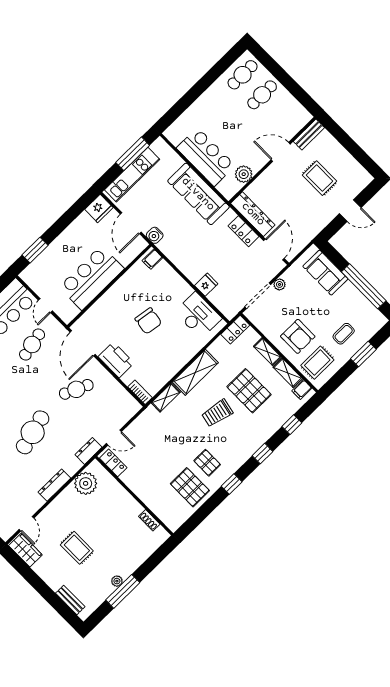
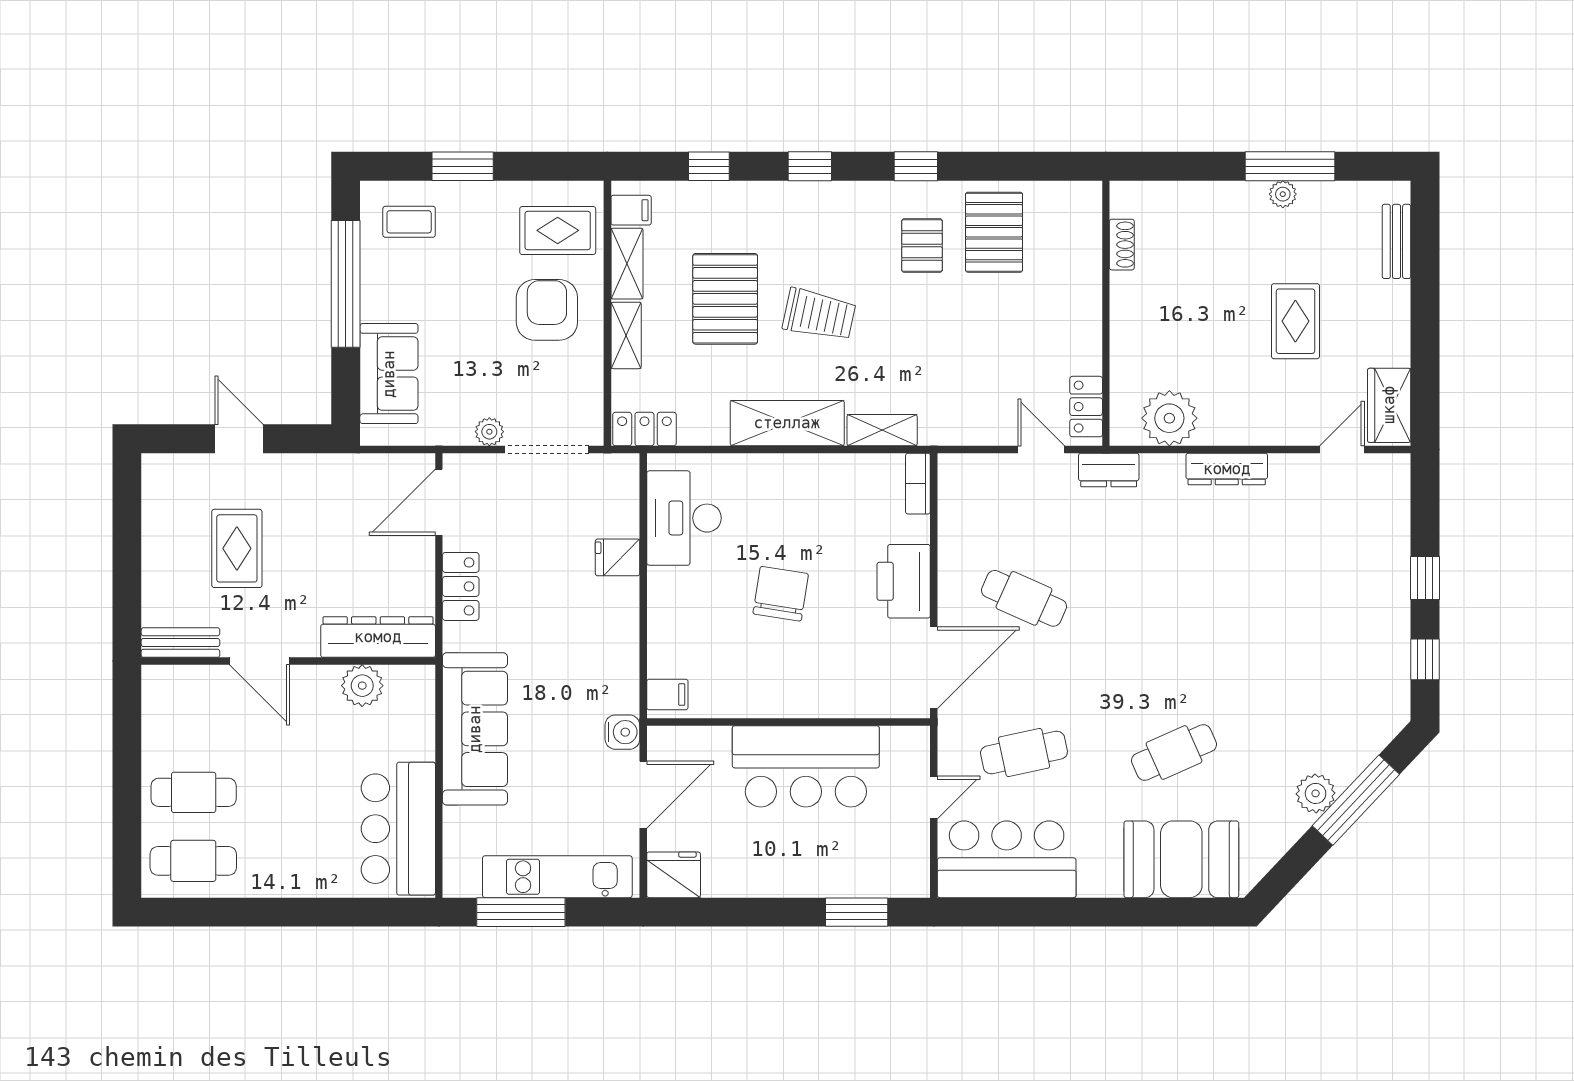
bar counter: (206, 157) -> (398, 829), moved
dresser: (253, 214) -> (378, 637), moved, turned 90
coffee table: (344, 334) -> (409, 222), moved
cafe table: (33, 432) -> (1174, 598), removed

